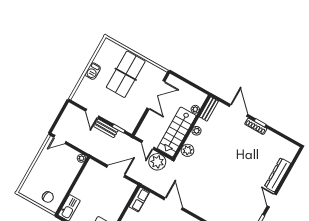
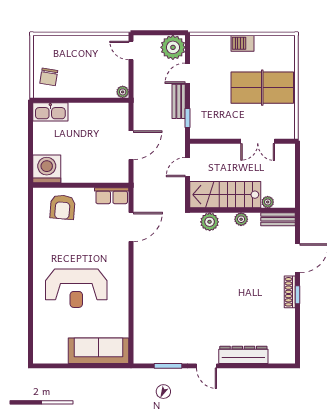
double door: (156, 95) -> (258, 141), width x0.73
plant: (157, 162) -> (173, 47), moved
door: (116, 171) -> (131, 145), hinge flipped
door: (272, 200) -> (207, 366), swing flipped
door: (173, 204) -> (131, 227), moved

